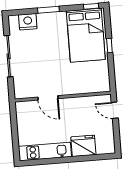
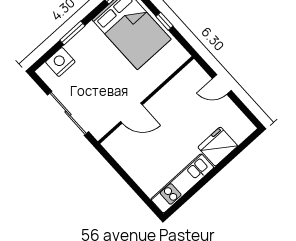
wall: (63, 97) -> (146, 100), moved
door: (48, 98) -> (131, 113), moved

